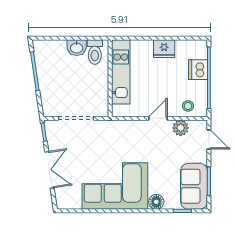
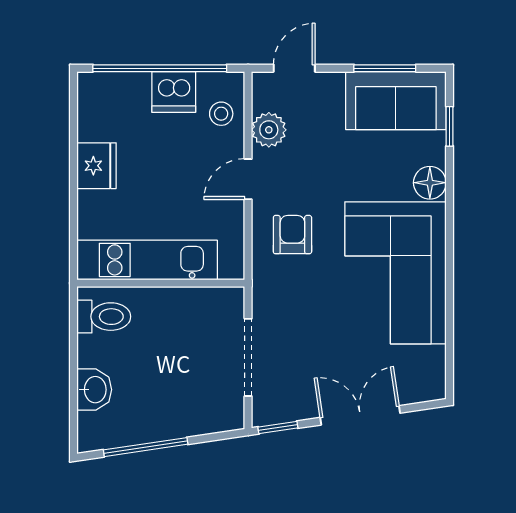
washbasin: (77, 48) -> (94, 390), moved
dishwasher: (198, 70) -> (174, 92), moved
door: (158, 118) -> (248, 179), hinge flipped
armchair: (132, 139) -> (292, 235), added

